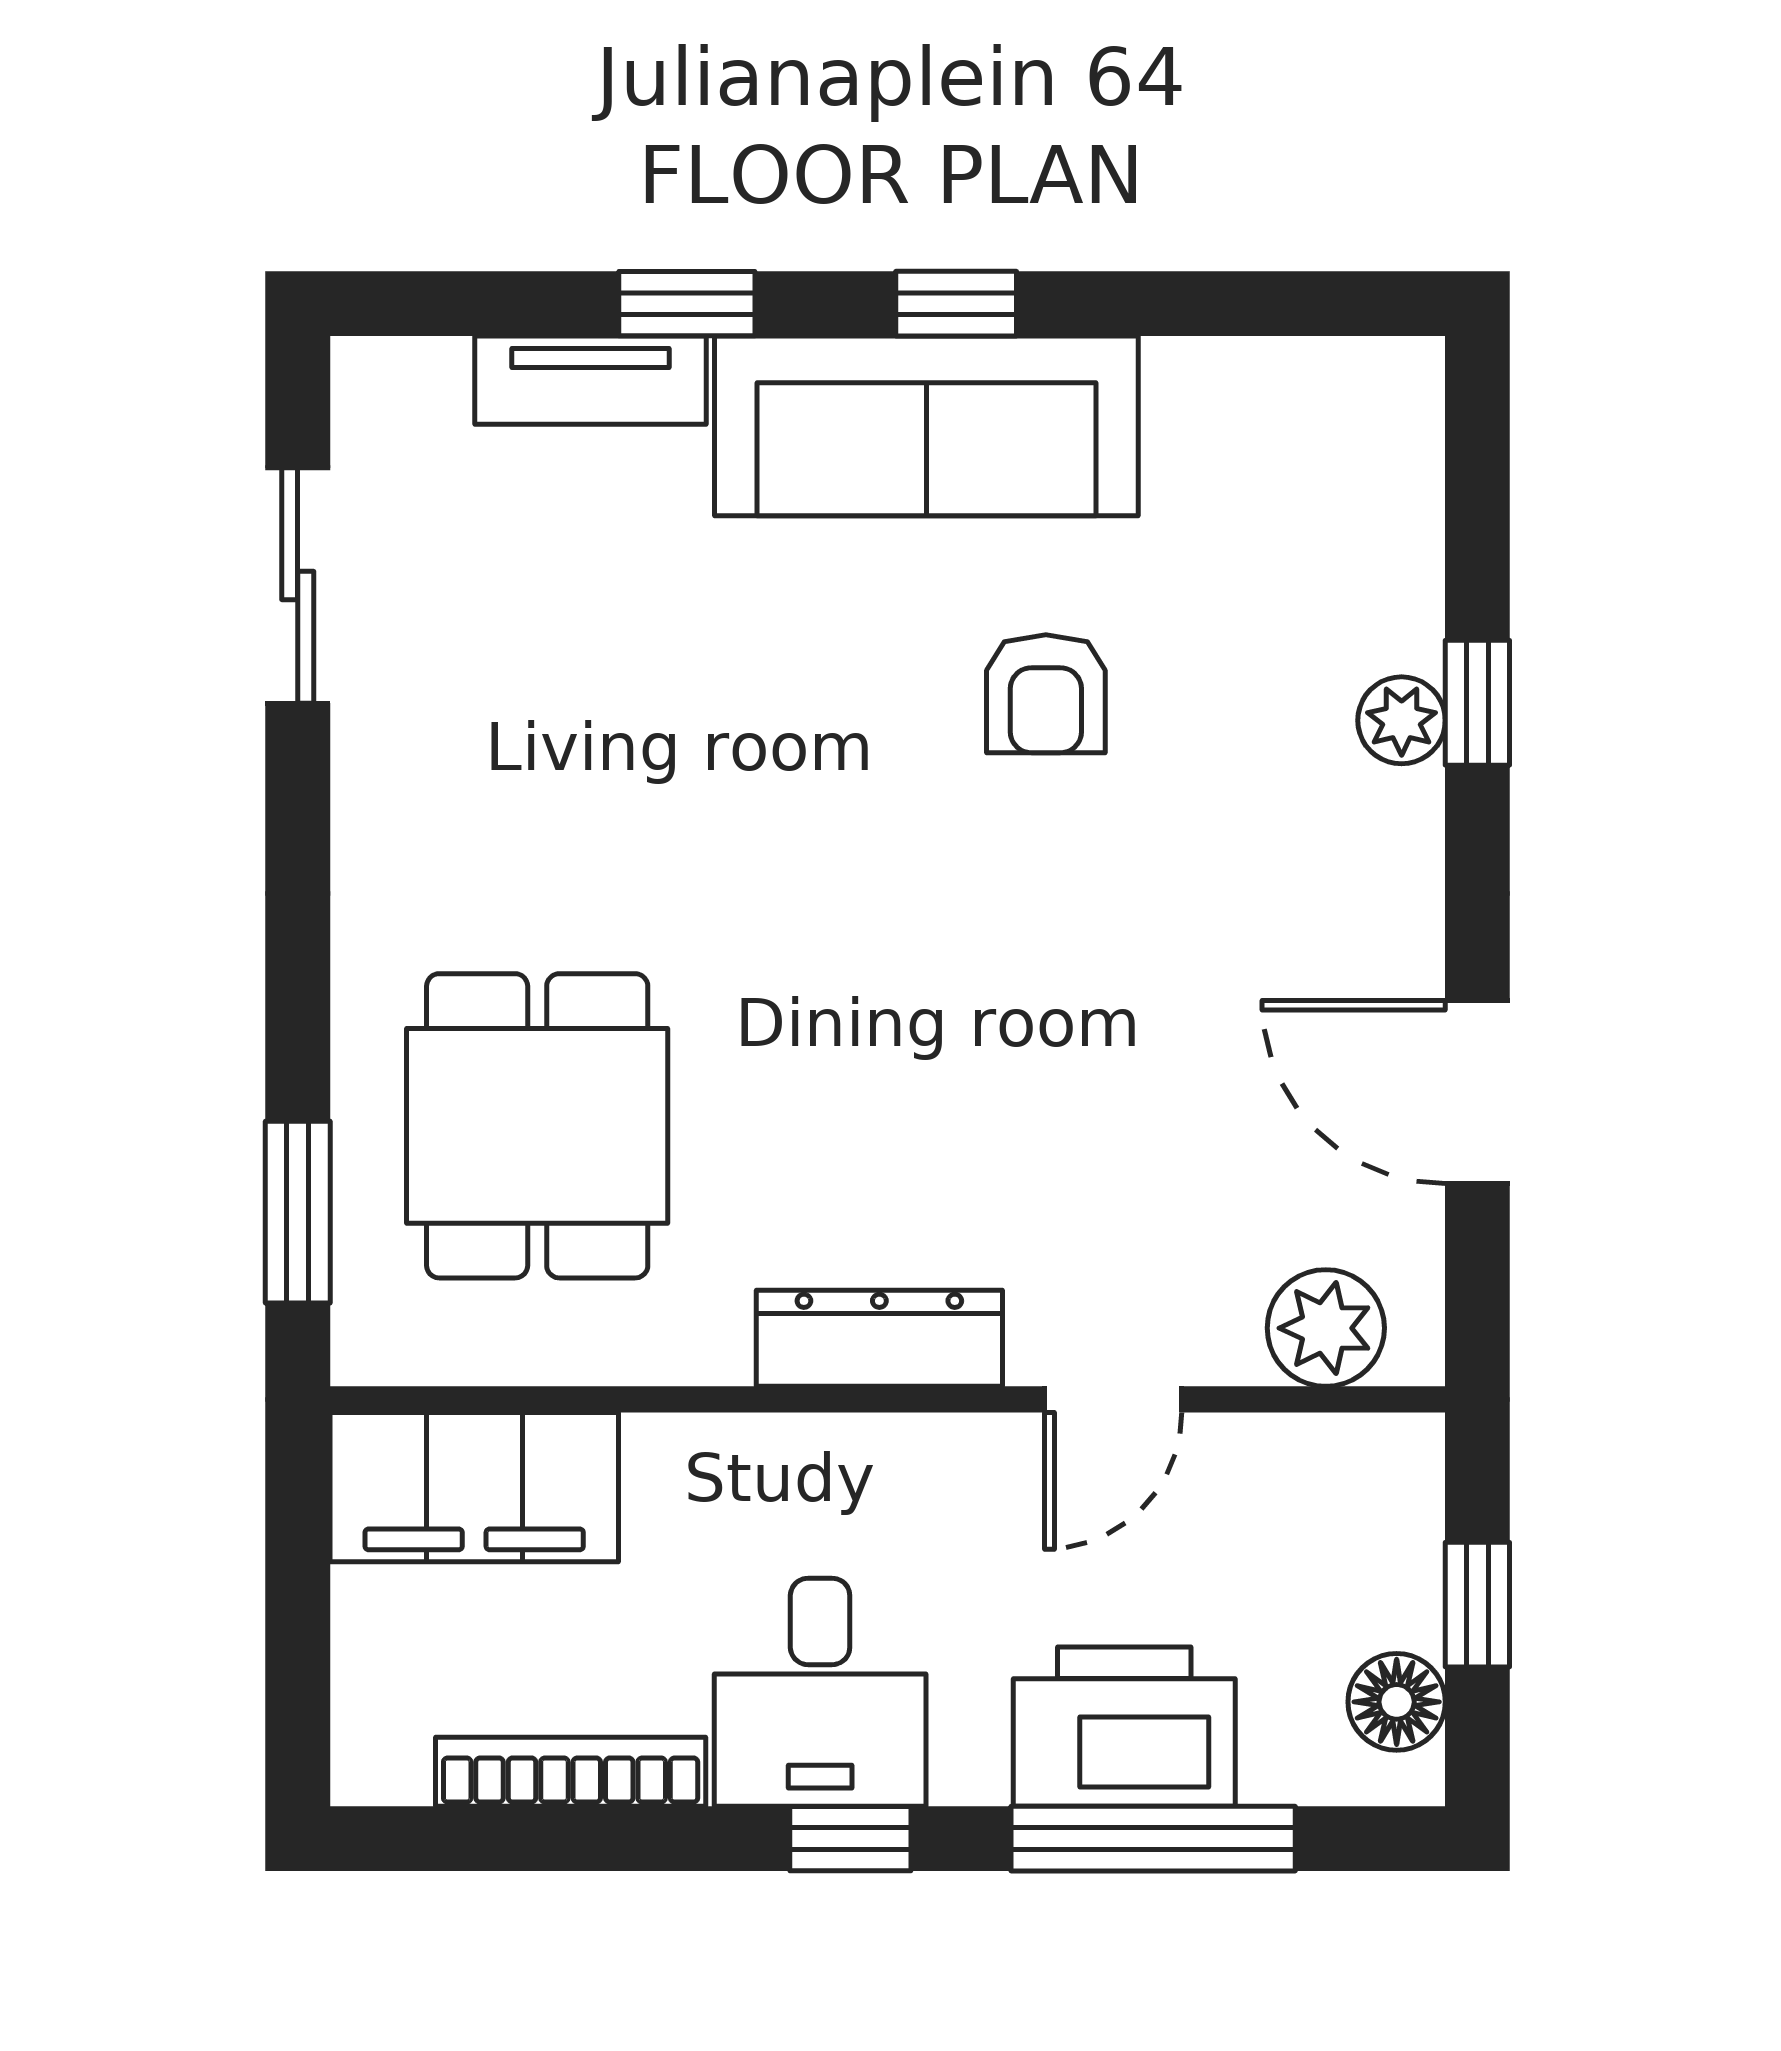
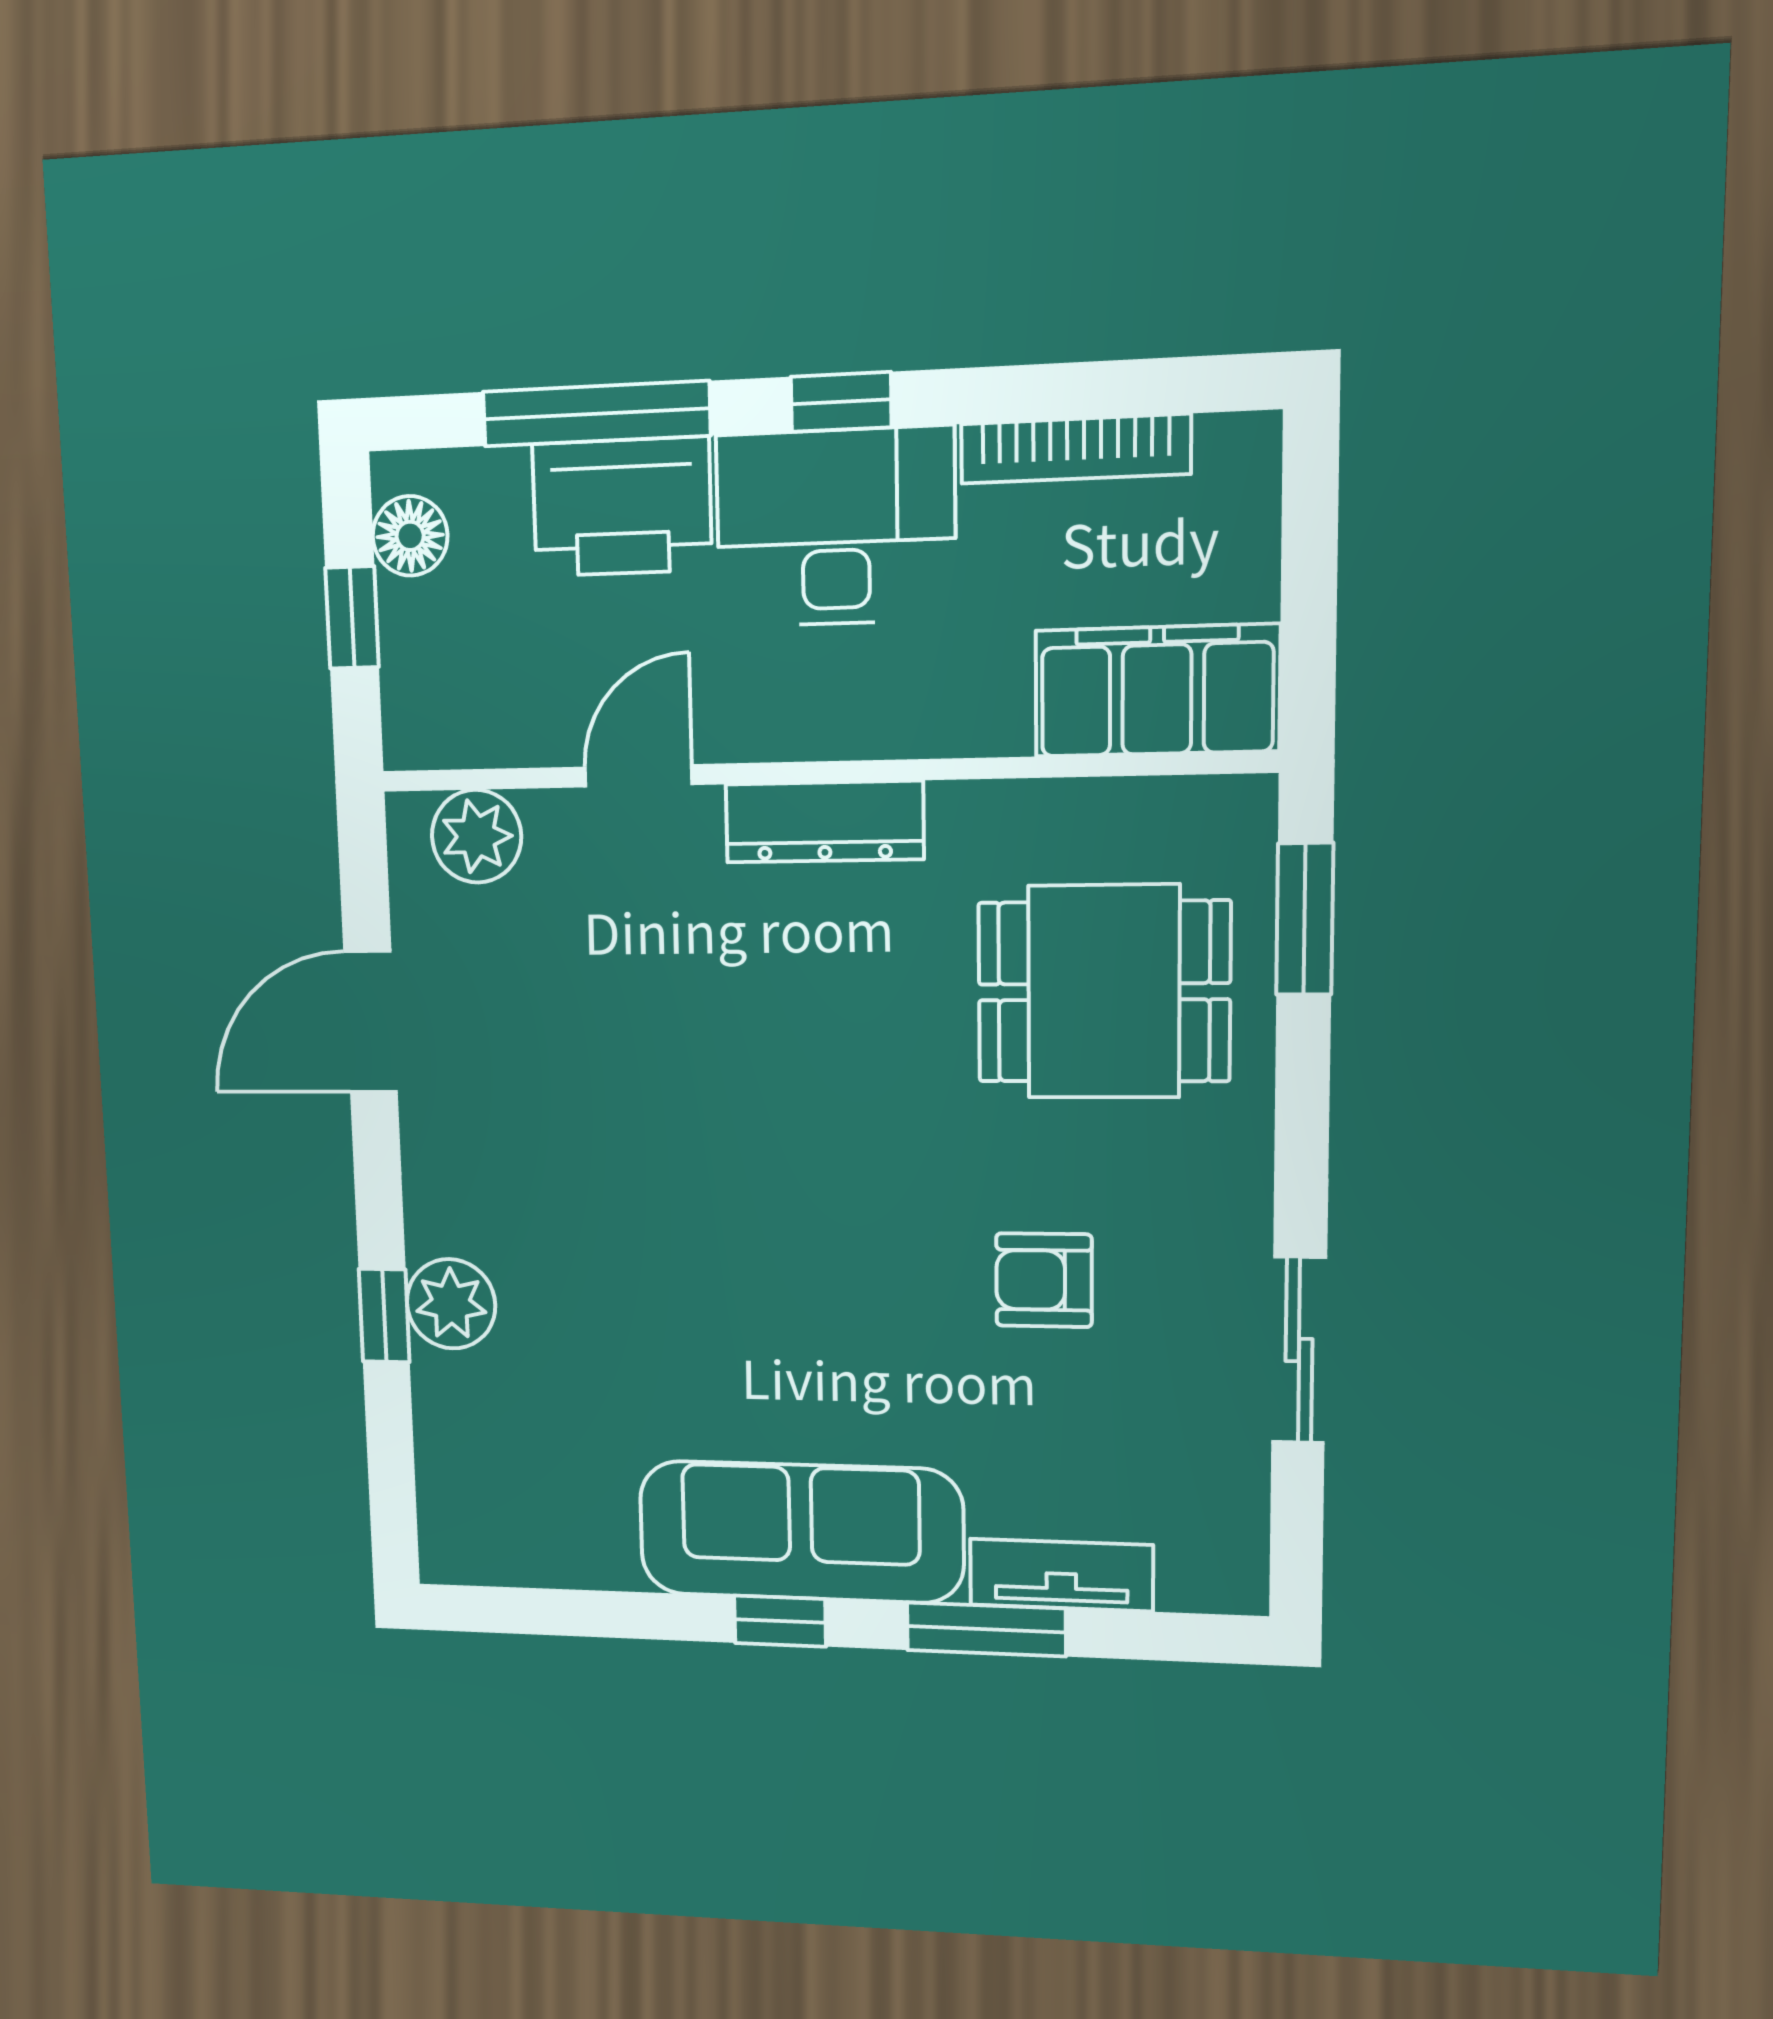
window: (687, 304) -> (986, 1629), width x1.50
sliding door: (298, 586) -> (1299, 1350), moved
armchair: (1046, 694) -> (1044, 1280), moved, turned -90
plant: (1402, 720) -> (451, 1304), width x1.38, depth x1.38
door: (1477, 1092) -> (371, 1022), swing flipped
dining table: (537, 1126) -> (1104, 992), turned 90
desk: (820, 1692) -> (836, 527), width x1.37

